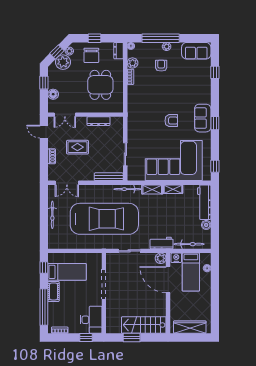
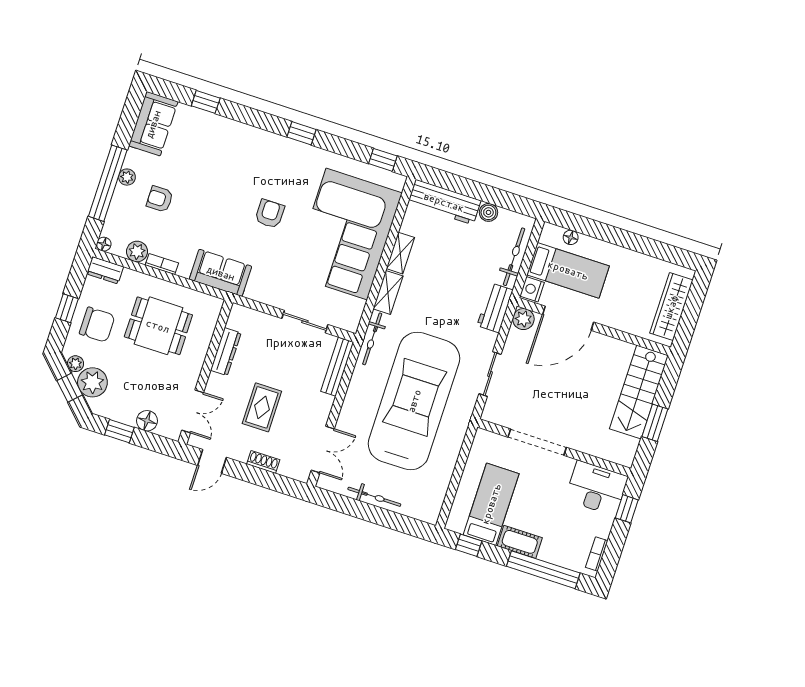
sofa: (203, 118) -> (221, 273), moved, turned 180

